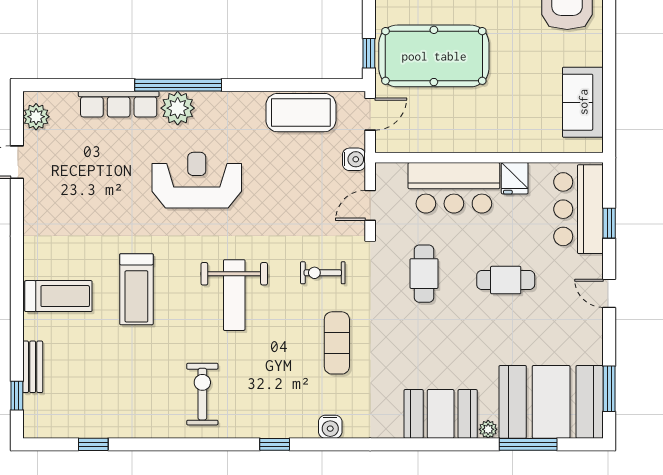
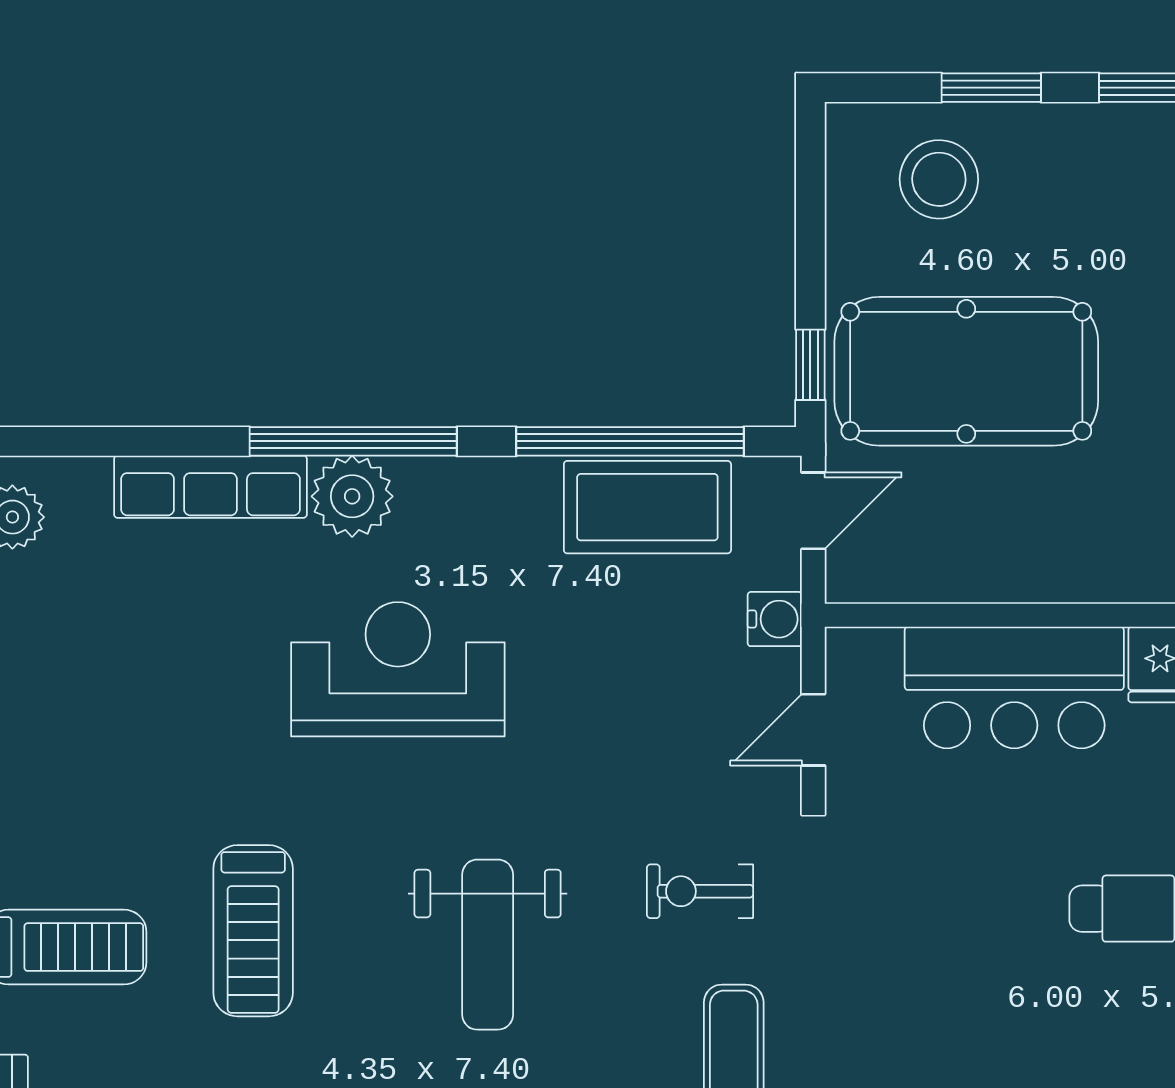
window: (294, 85) -> (630, 441), added
cafe table: (424, 274) -> (943, 893), removed

